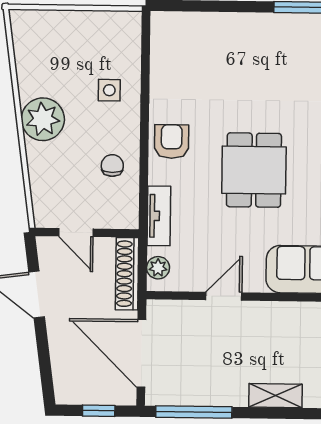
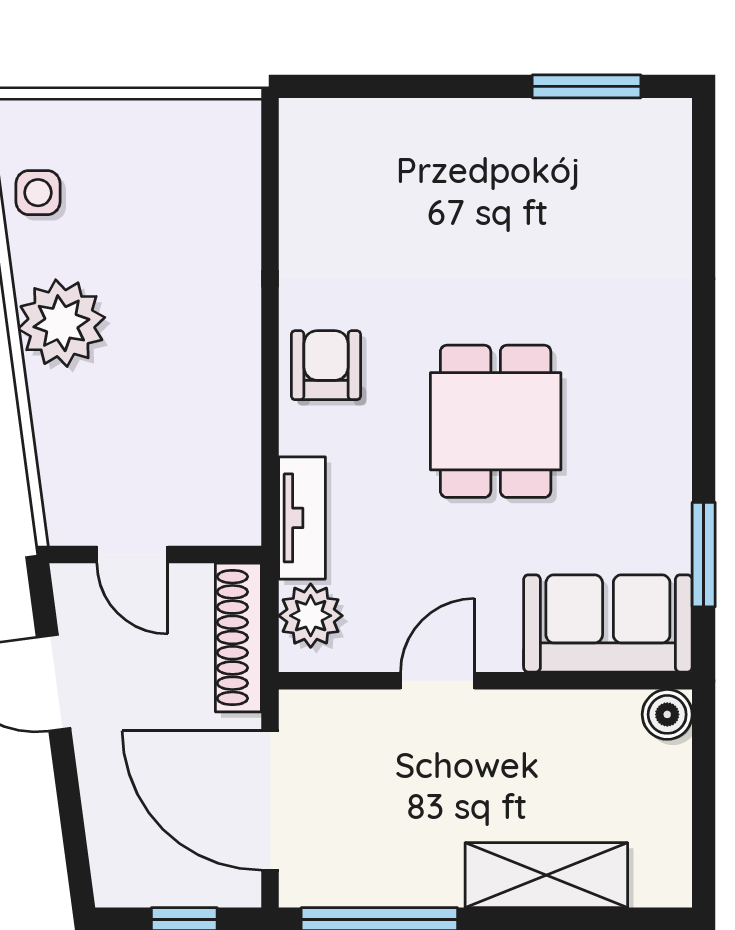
side table: (109, 90) -> (38, 193), moved
chair: (112, 165) -> (205, 416), removed
plant: (158, 268) -> (311, 616), width x1.38, depth x1.38
shelving: (276, 396) -> (546, 875), width x1.50, depth x1.33

